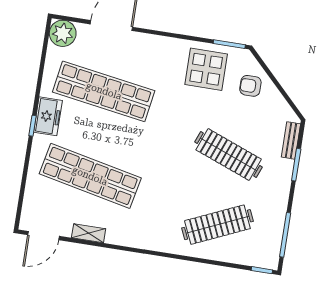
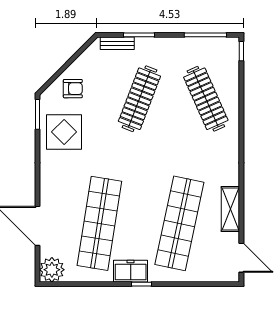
armchair: (250, 86) -> (73, 89), turned -90
shelving: (89, 233) -> (230, 209), width x1.50, depth x1.33

